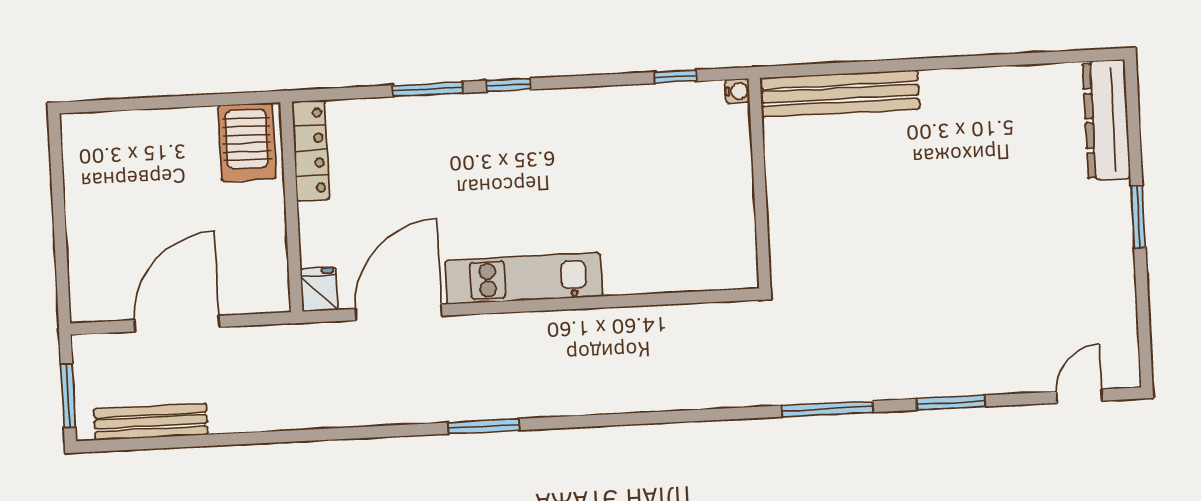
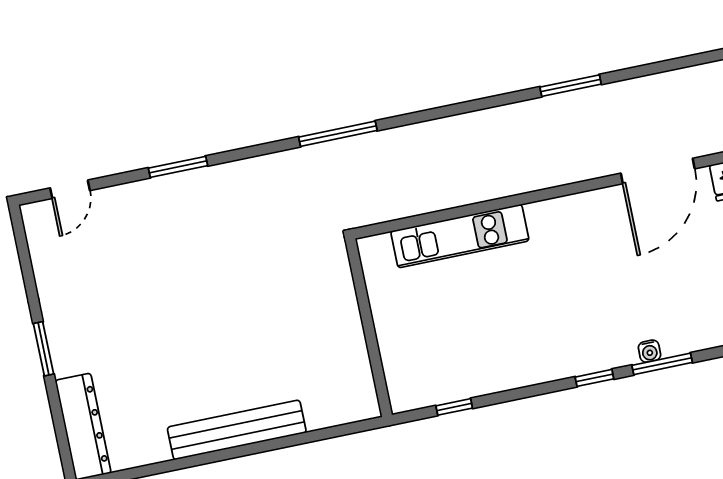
water cooler: (737, 91) -> (649, 351), moved, turned -90
bench: (840, 93) -> (237, 430), moved
kitchen unit: (524, 278) -> (460, 236), moved
window: (828, 409) -> (338, 134), moved

